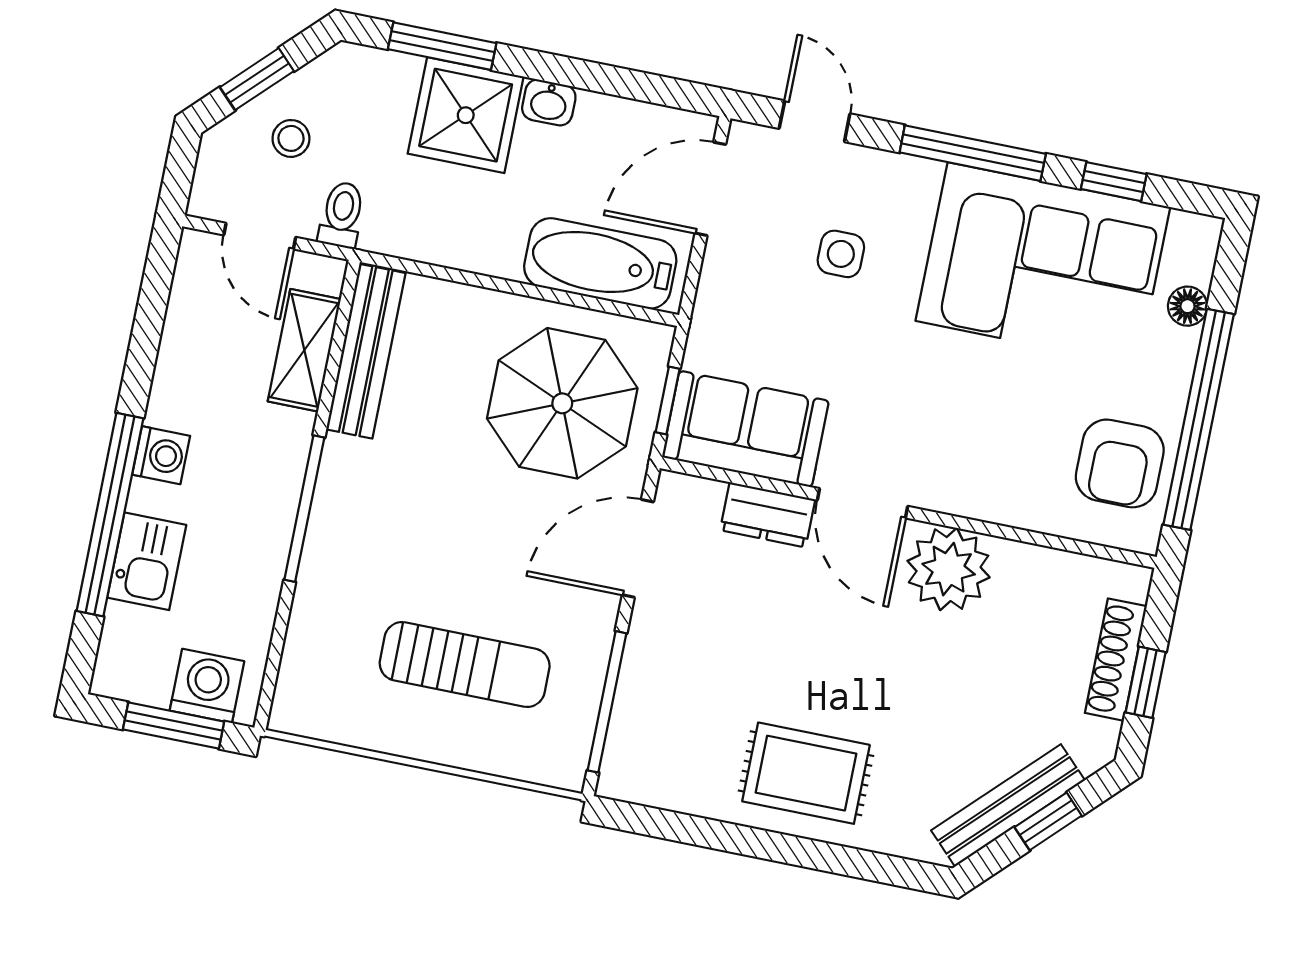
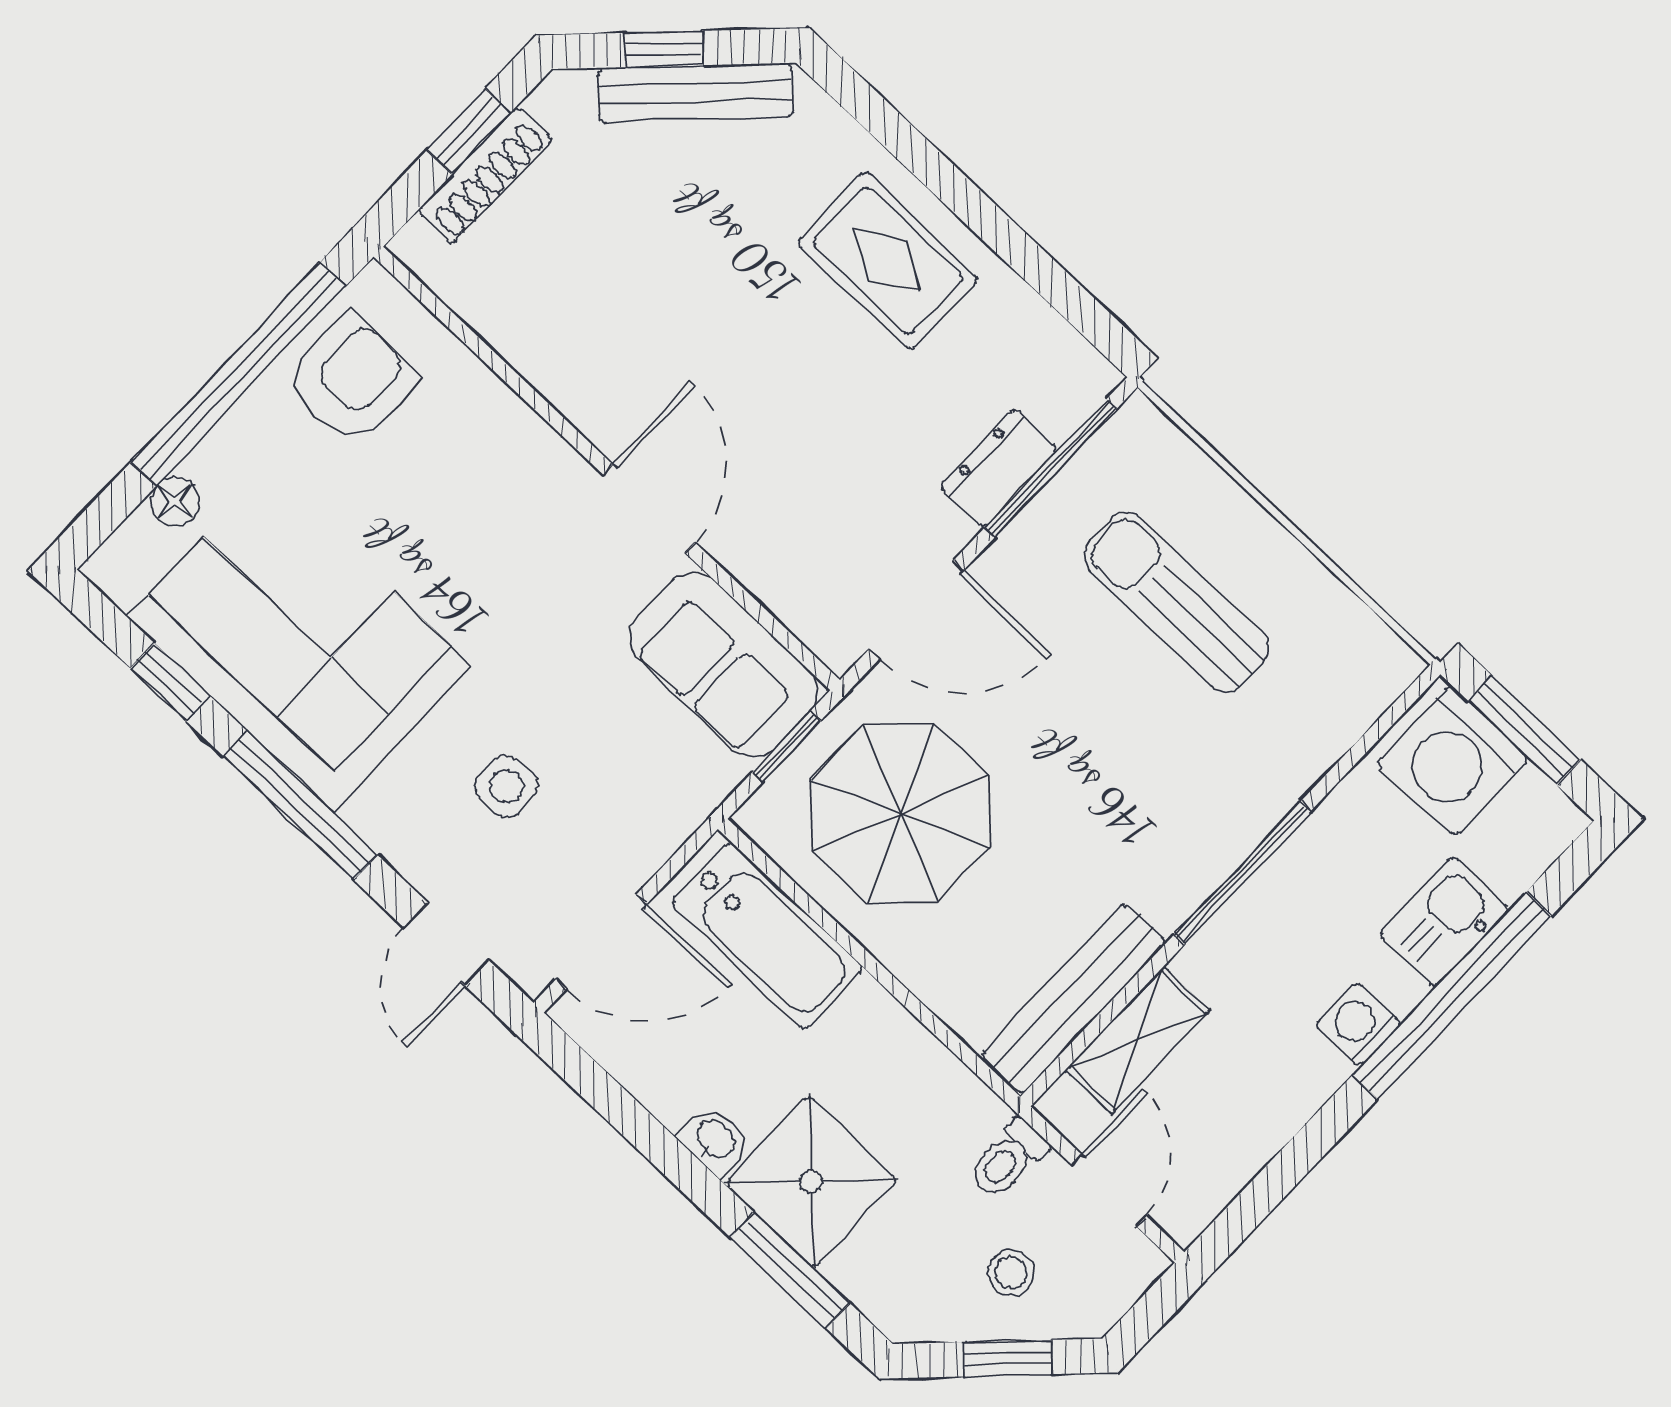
dresser: (768, 515) -> (999, 468), moved, turned -90
plant: (949, 569) -> (602, 382), removed
washing machine: (207, 686) -> (1453, 761), width x1.37, depth x1.37

